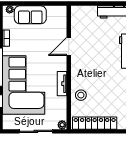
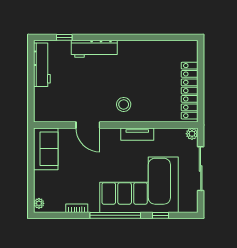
sofa: (30, 15) -> (46, 149), moved
stool: (81, 95) -> (124, 104), moved

